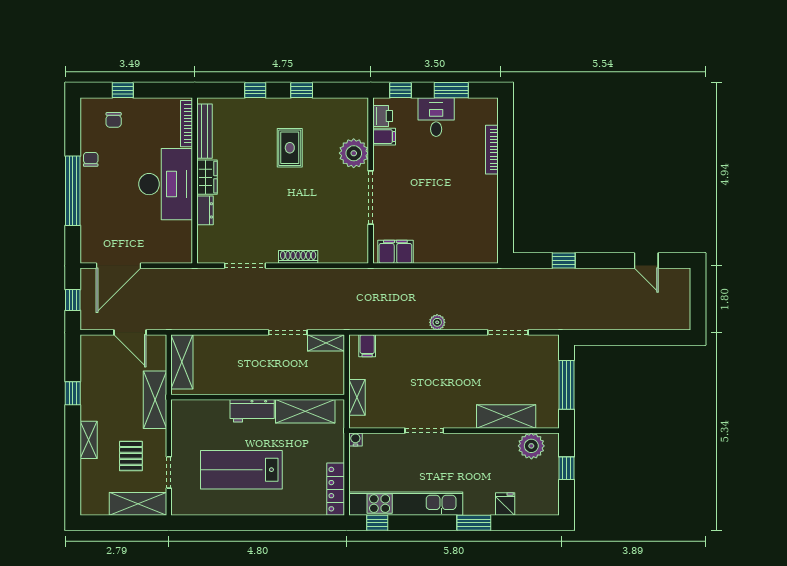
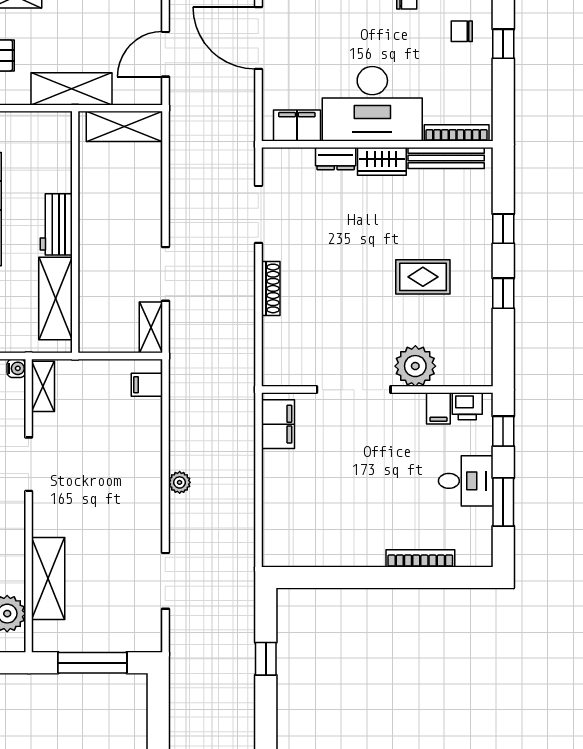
filing cabinet: (181, 238) -> (297, 126), added
shelving: (357, 397) -> (43, 386), moved, turned 90

